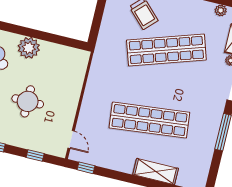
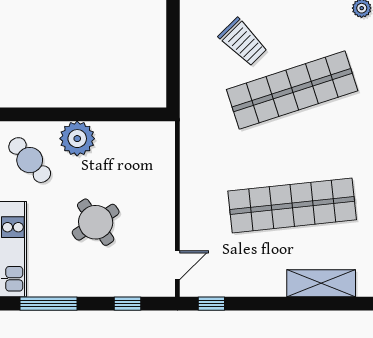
round table: (28, 101) -> (96, 222), turned -34
door: (71, 140) -> (177, 265), hinge flipped

